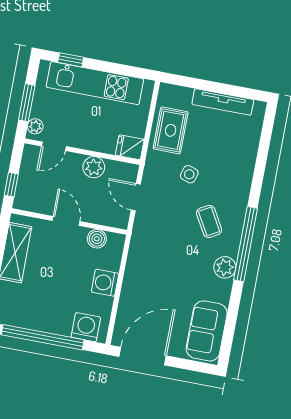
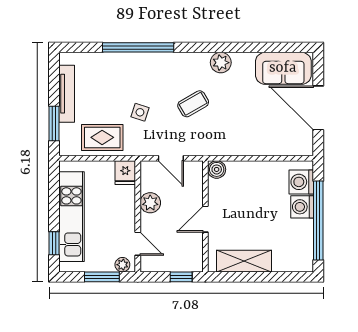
window: (194, 83) -> (54, 124), added
door: (136, 197) -> (171, 158), hinge flipped
coffee table: (209, 221) -> (193, 104), moved
boiler: (97, 239) -> (217, 169), moved
window: (245, 244) -> (138, 47), moved
washing machine: (105, 283) -> (302, 207), moved, turned 90
door: (143, 356) -> (318, 108), moved

